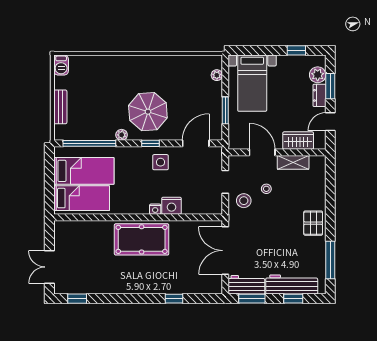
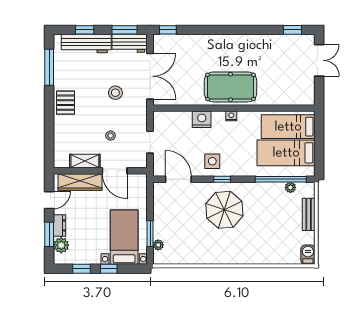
window: (268, 50) -> (109, 269), added
window: (225, 110) -> (150, 234), moved
plant: (122, 135) -> (290, 187), moved
wardrobe: (298, 141) -> (80, 182), width x1.50
door: (196, 143) -> (178, 179), swing flipped
stool: (244, 201) -> (115, 93), moved
nightstand: (155, 209) -> (231, 116), moved
window: (174, 299) -> (168, 30), moved

